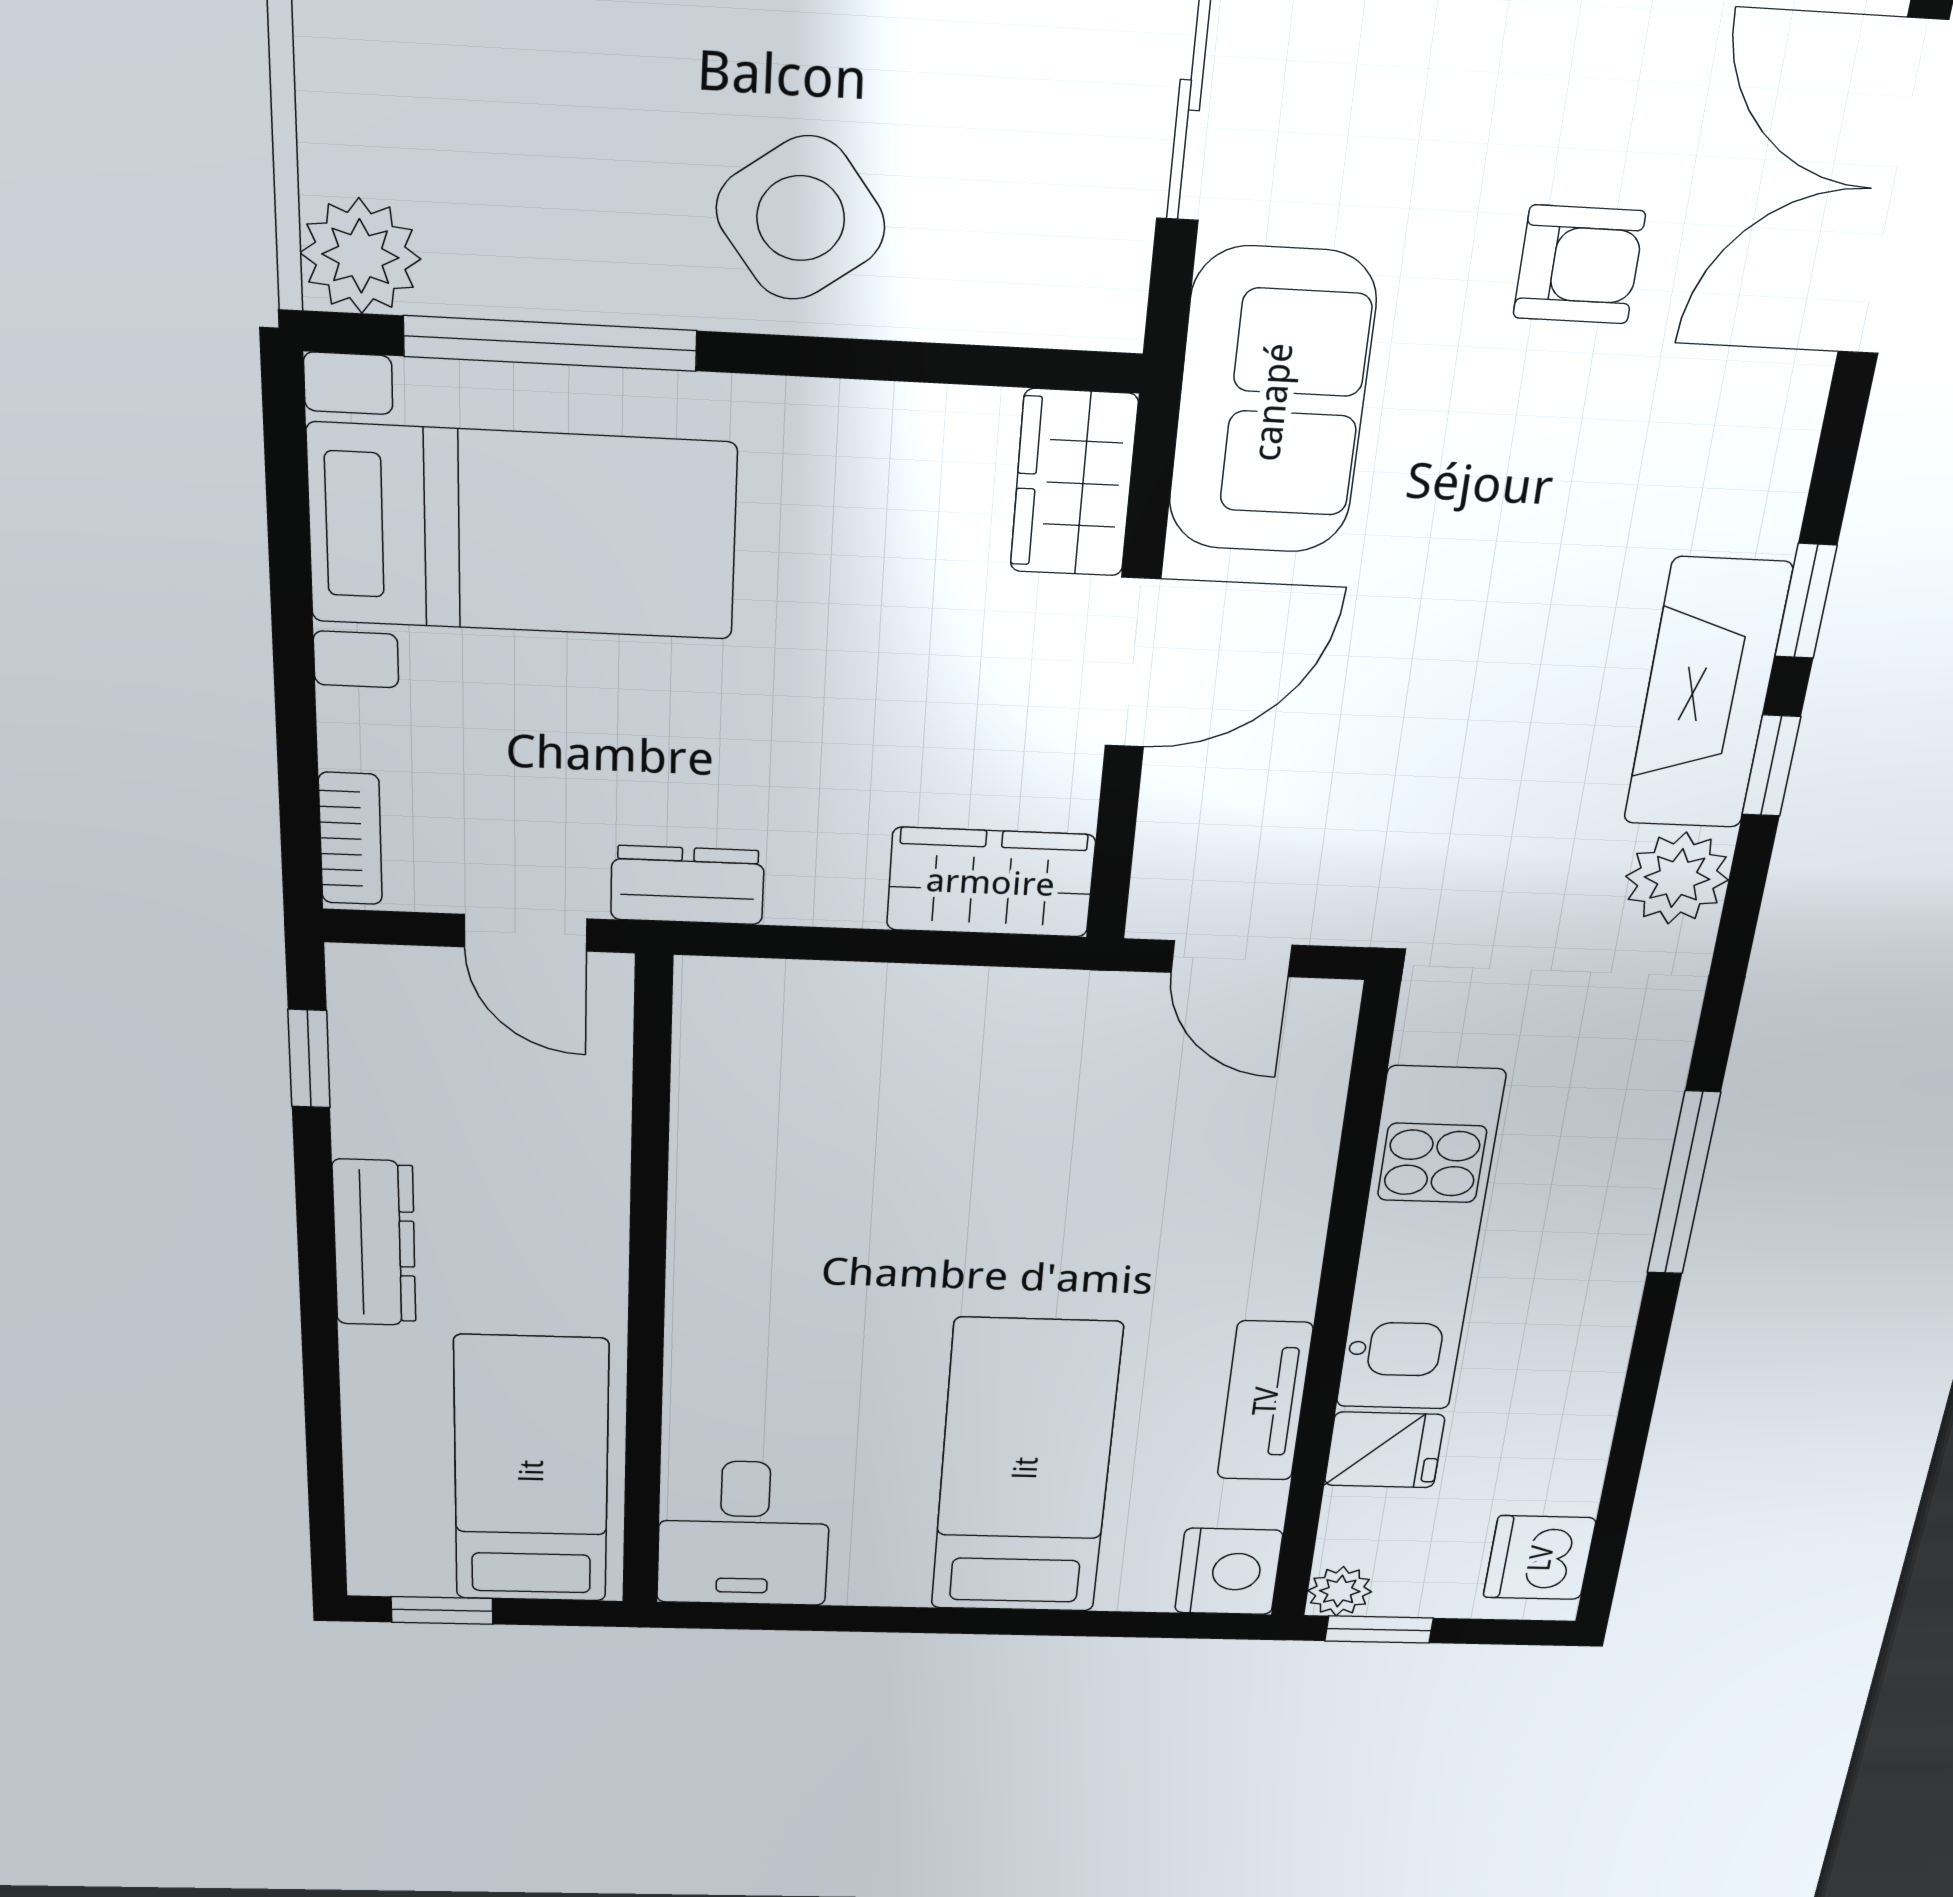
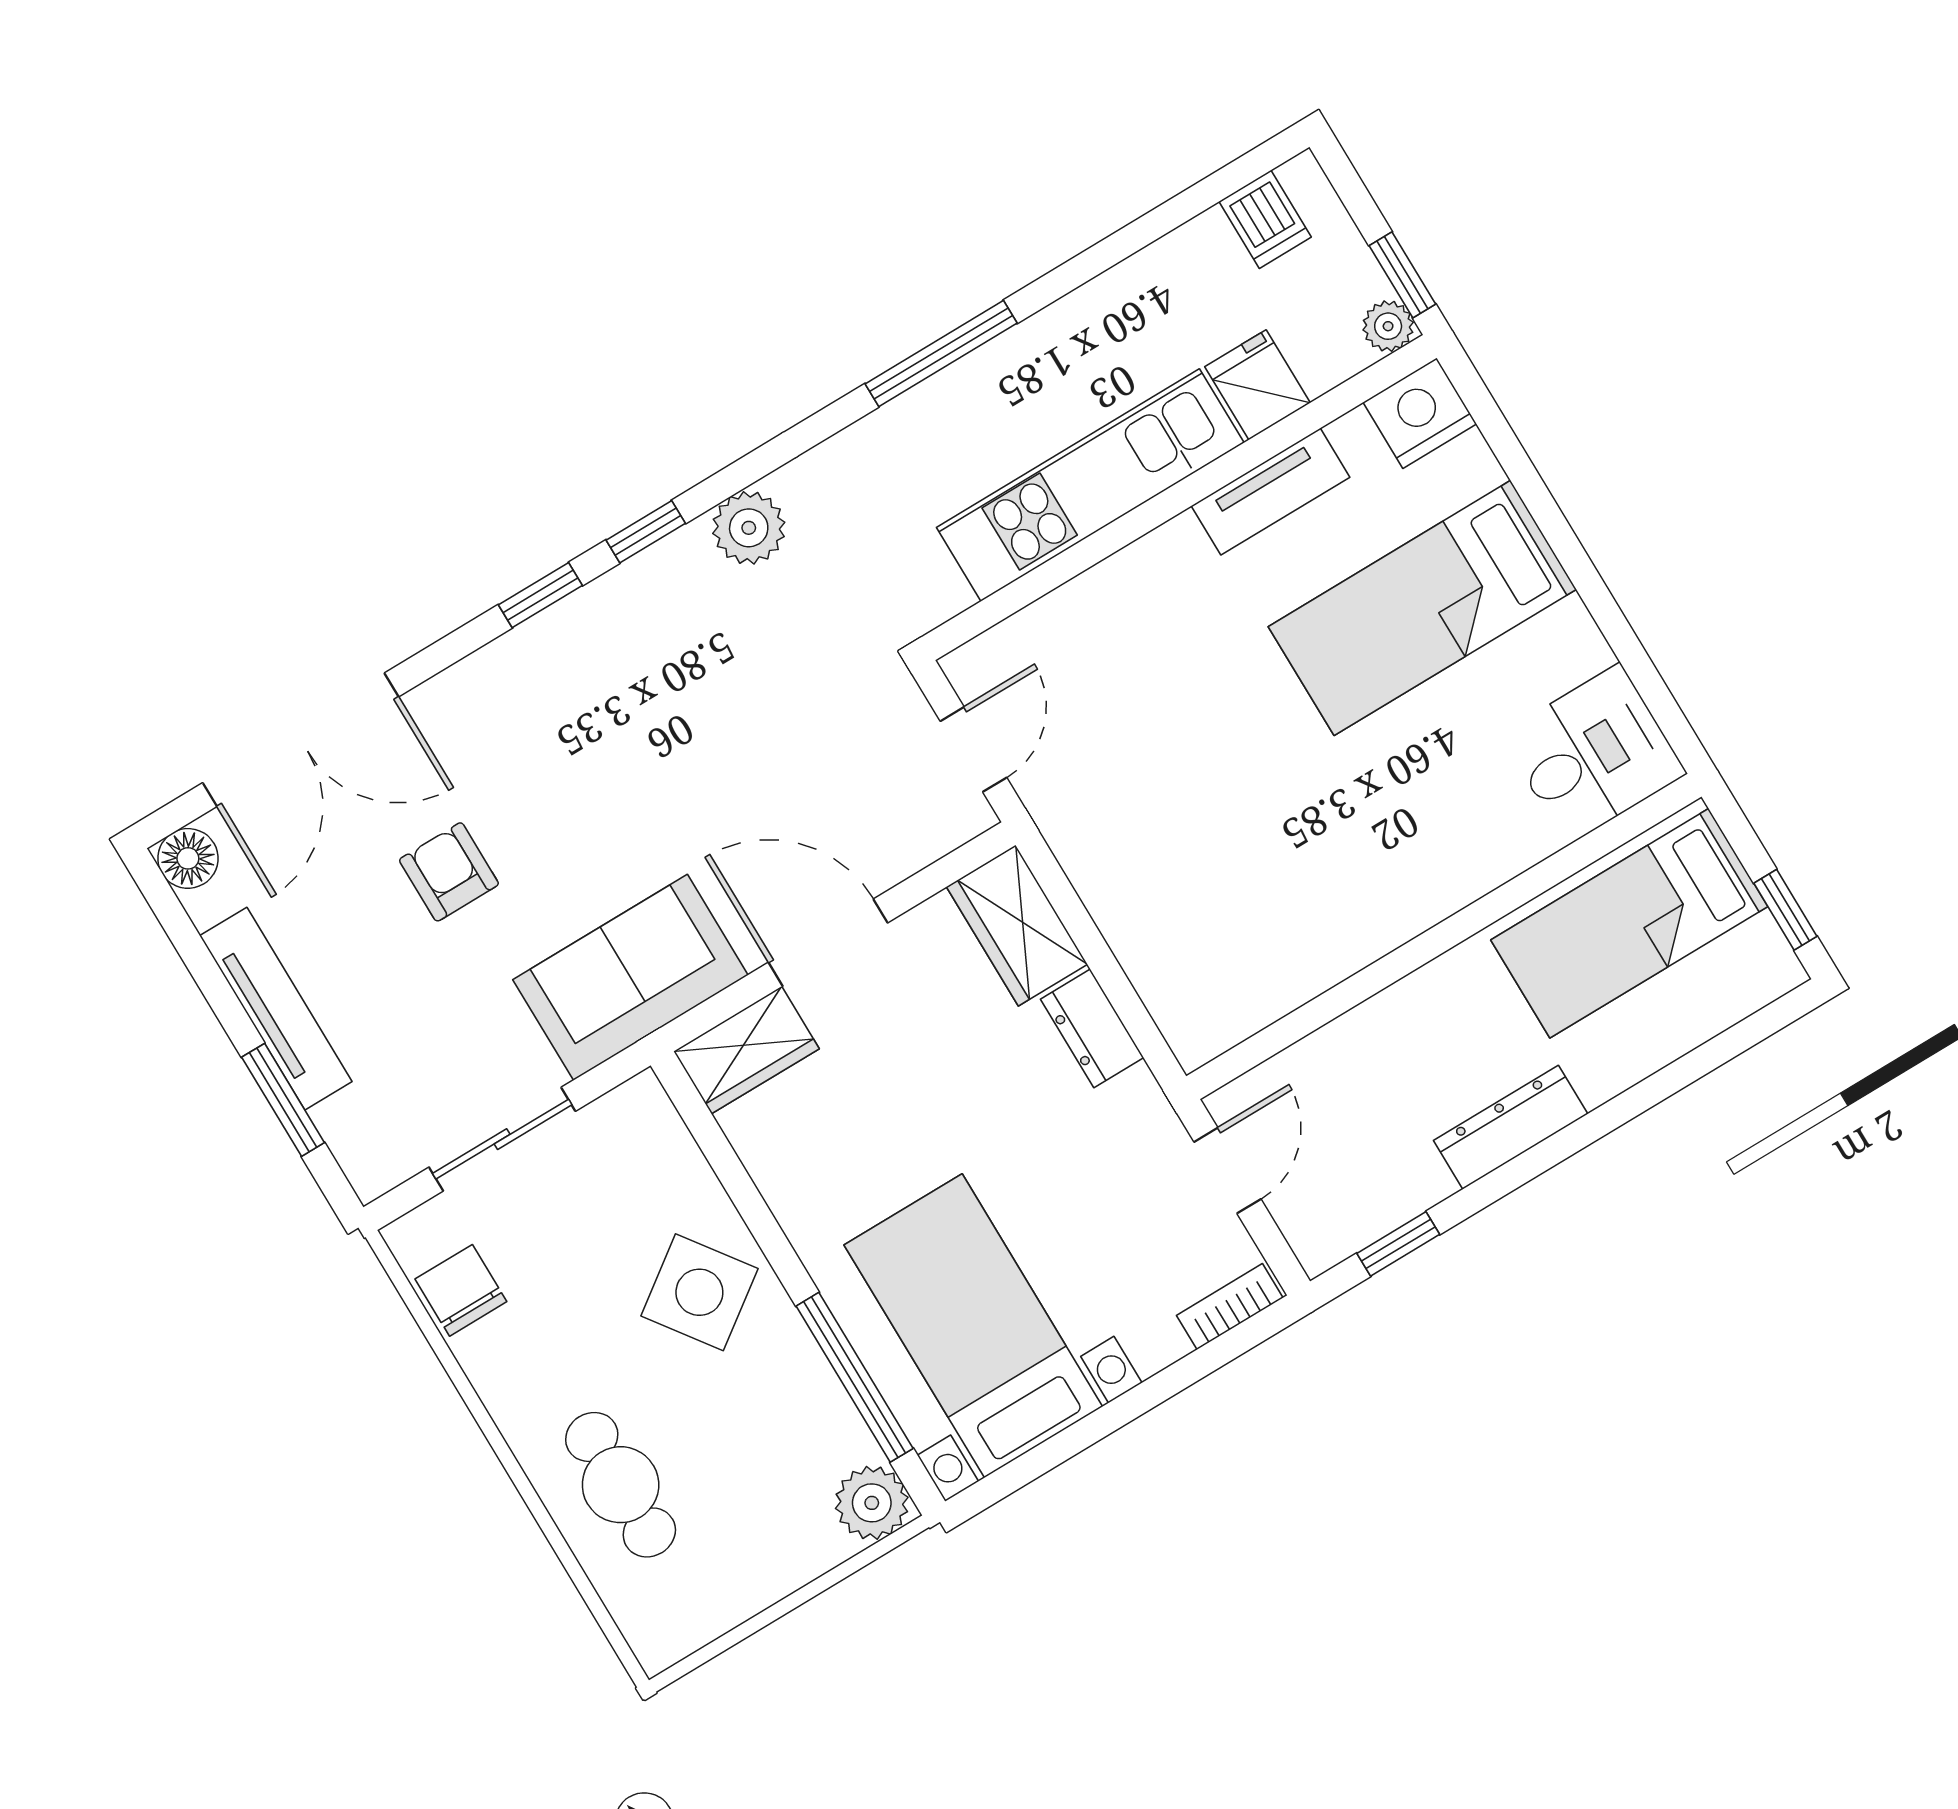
fireplace: (1707, 695) -> (630, 605), removed
dresser: (687, 885) -> (1092, 1028), moved
dishwasher: (1540, 1558) -> (1265, 219), width x0.73

